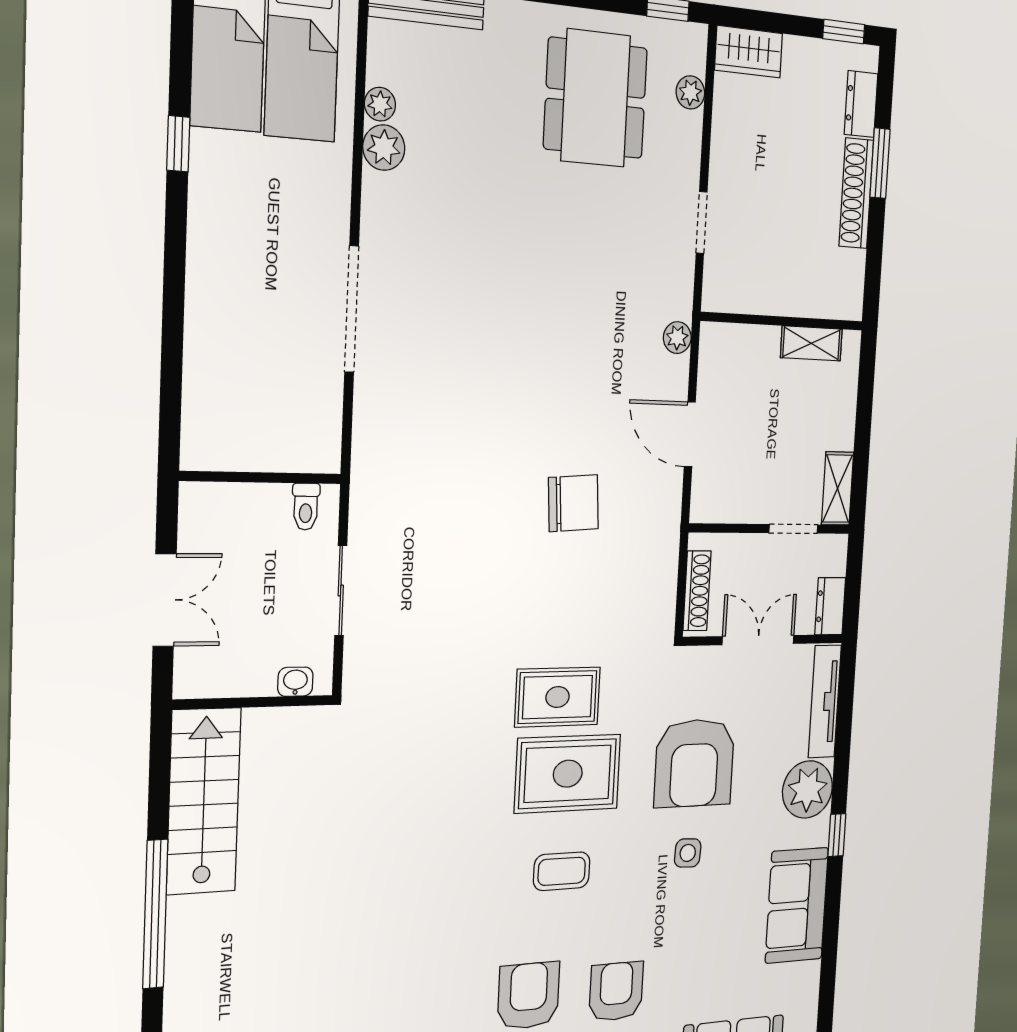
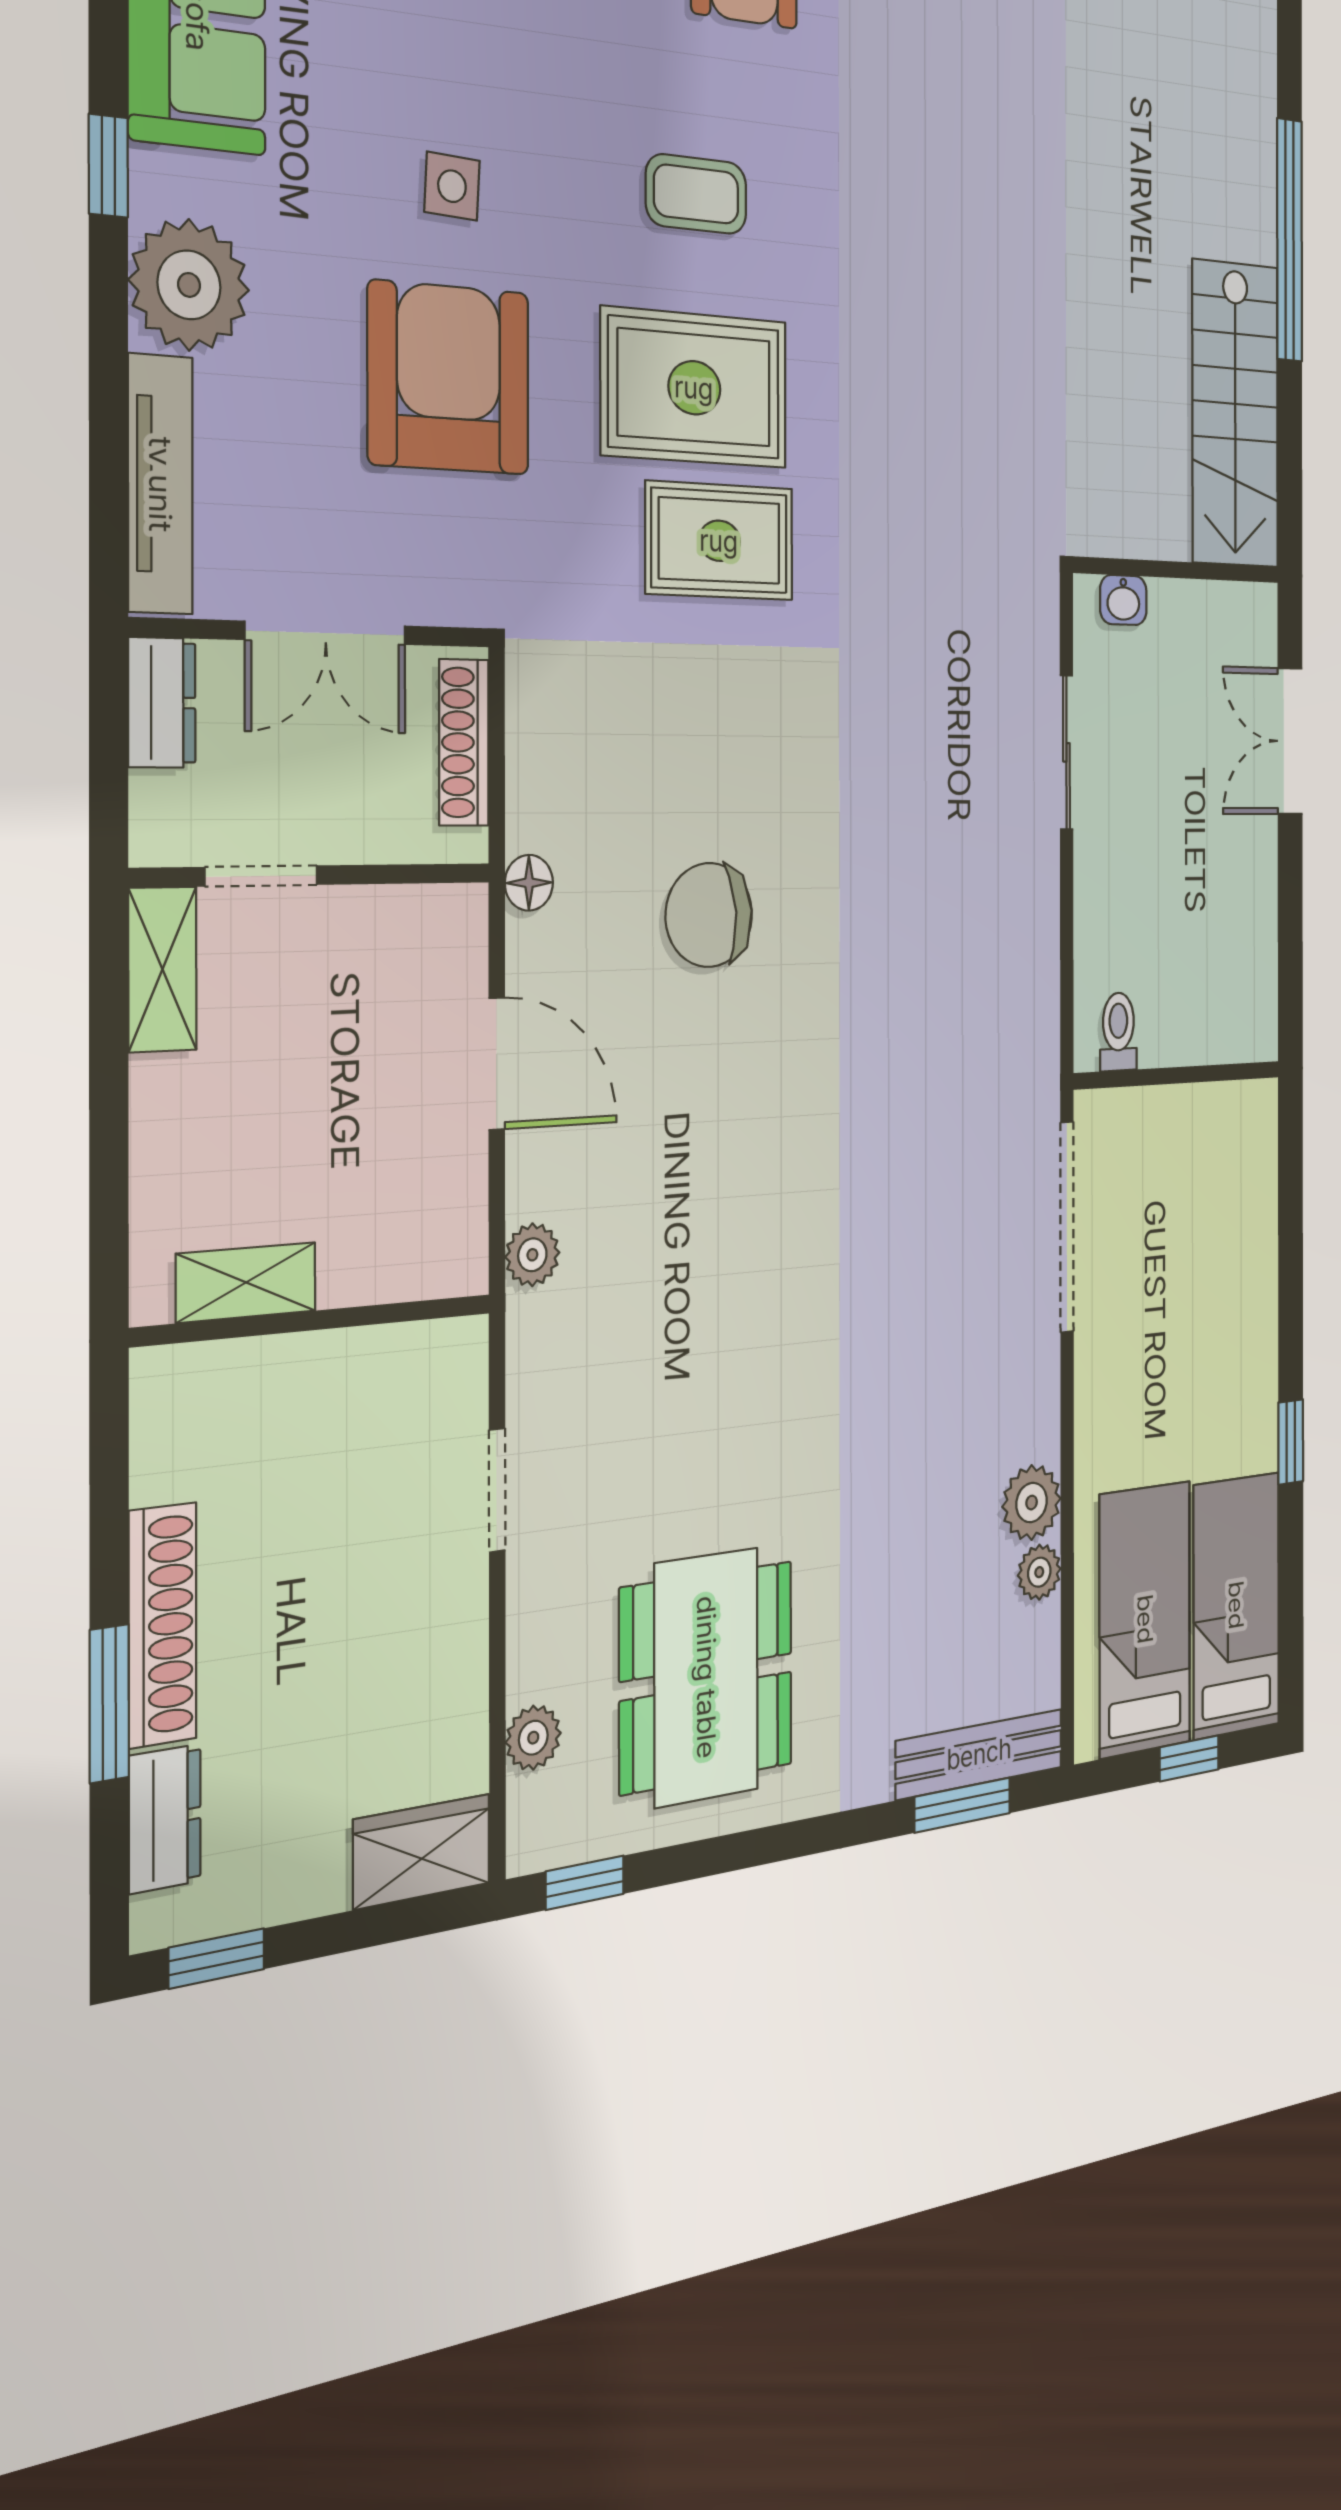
wall: (261, 477) -> (1178, 1075), moved
toilet: (306, 507) -> (1118, 1032), moved
floor lamp: (669, 522) -> (529, 883), added

